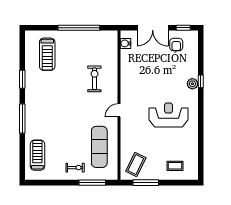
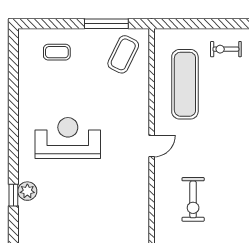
reception desk: (168, 115) -> (68, 138), turned 180
window: (92, 183) -> (197, 24), removed

